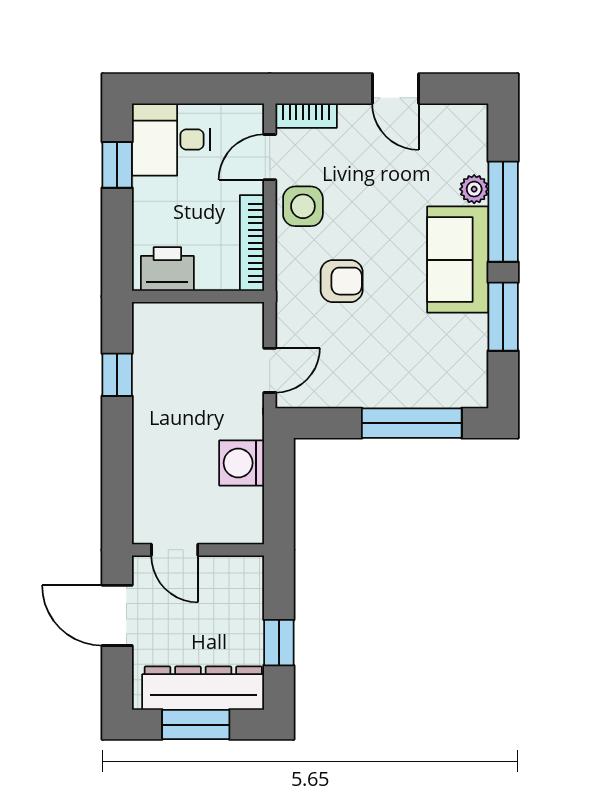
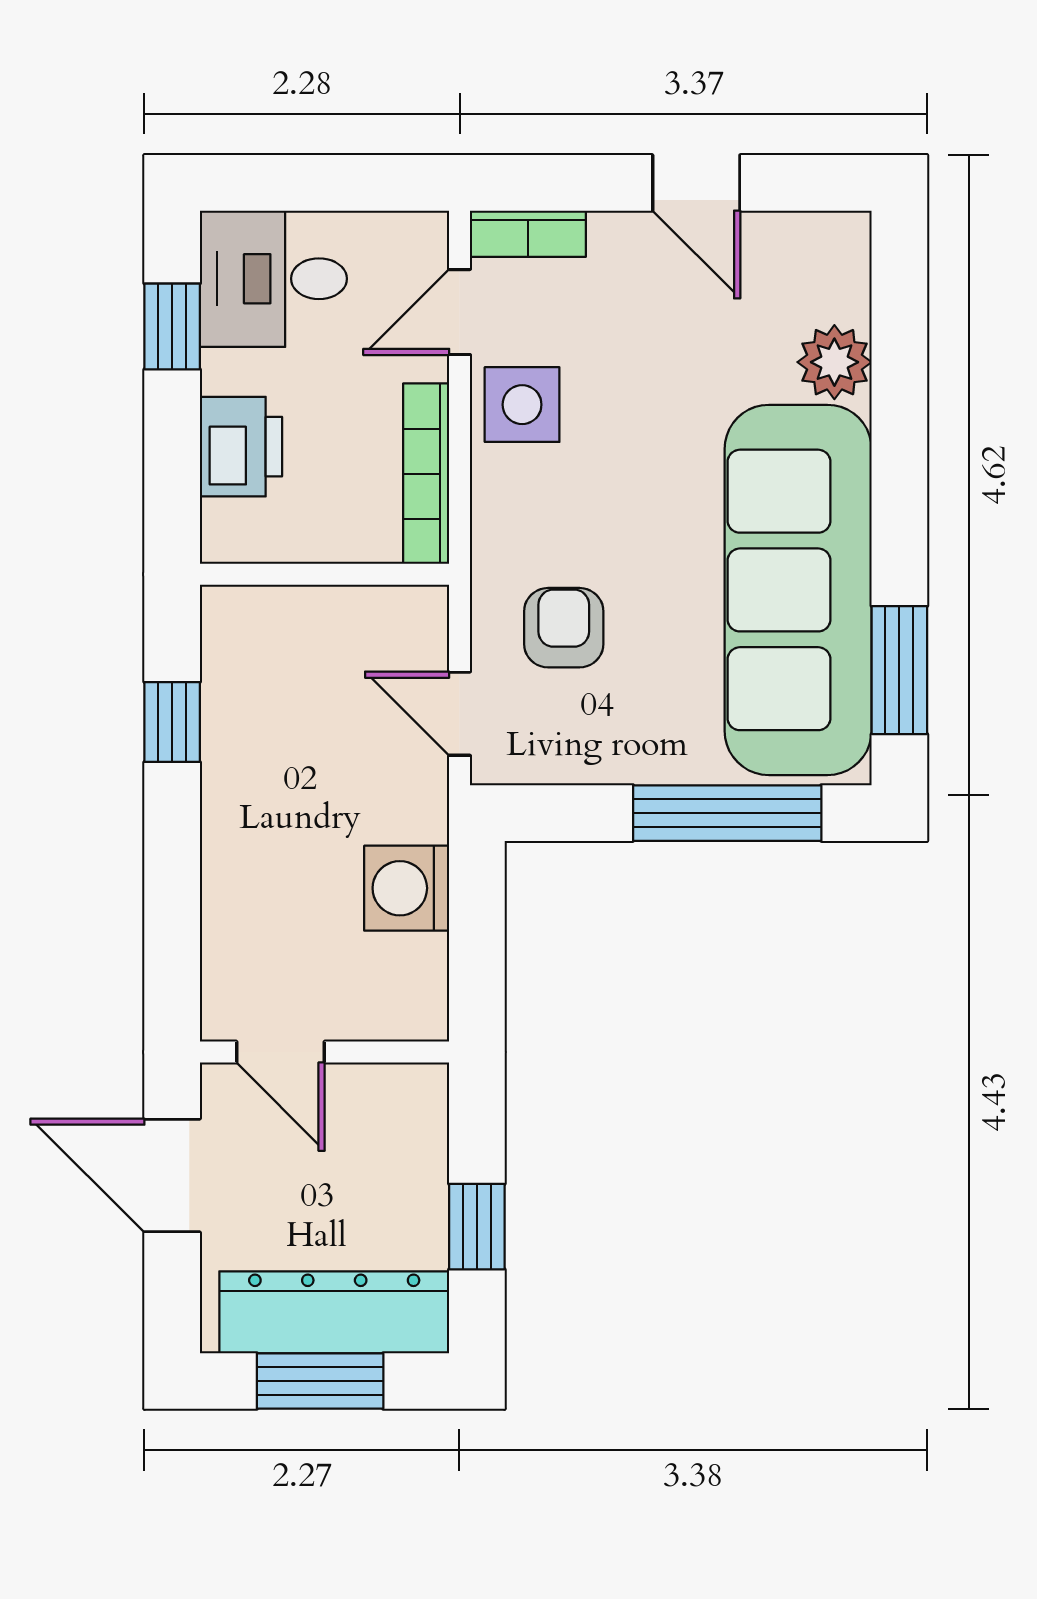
plant: (474, 189) -> (834, 362), width x1.38, depth x1.38
window: (503, 212) -> (899, 415), removed
sofa: (458, 260) -> (798, 590), width x1.85, depth x1.27
printer: (167, 269) -> (241, 447), moved, turned 90
armchair: (342, 281) -> (564, 628), moved, turned -90
window: (503, 317) -> (899, 670), moved
door: (270, 370) -> (460, 714), swing flipped

